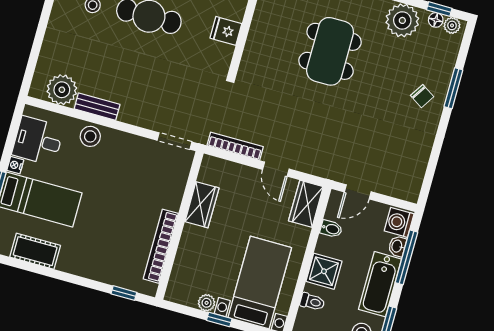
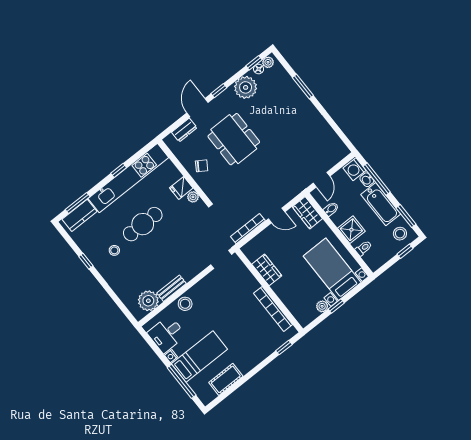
plant: (225, 53) -> (193, 197), added
chair: (422, 96) -> (202, 166), moved

